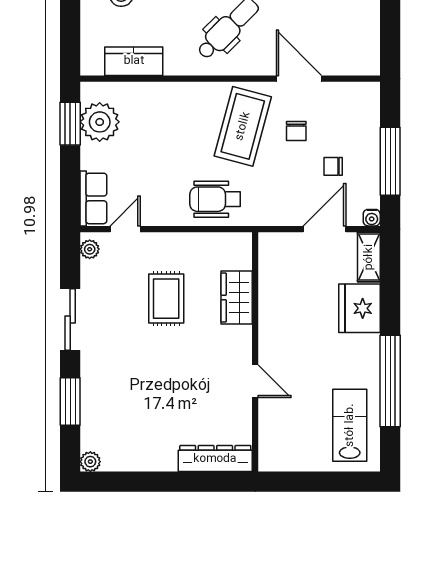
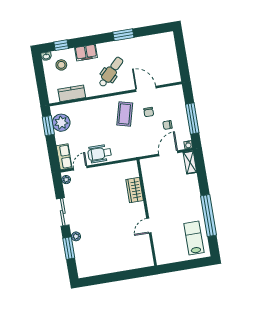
coffee table: (243, 126) -> (125, 114), width x0.73, depth x0.76
wheelchair: (215, 199) -> (100, 154), moved
rug: (166, 299) -> (104, 196), removed
fridge: (359, 308) -> (190, 186), removed
door: (255, 381) -> (149, 226), swing flipped
dresser: (215, 459) -> (137, 263), removed
plant: (90, 462) -> (76, 236), moved

